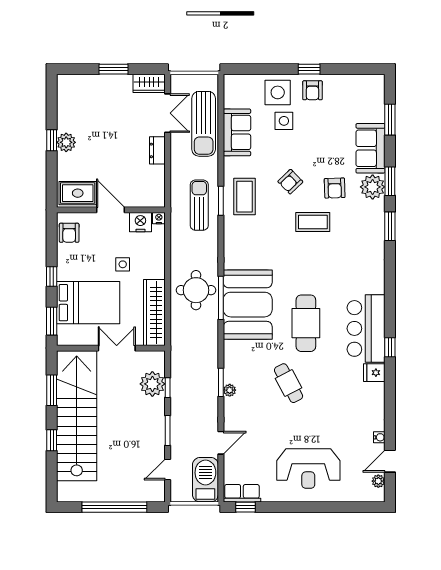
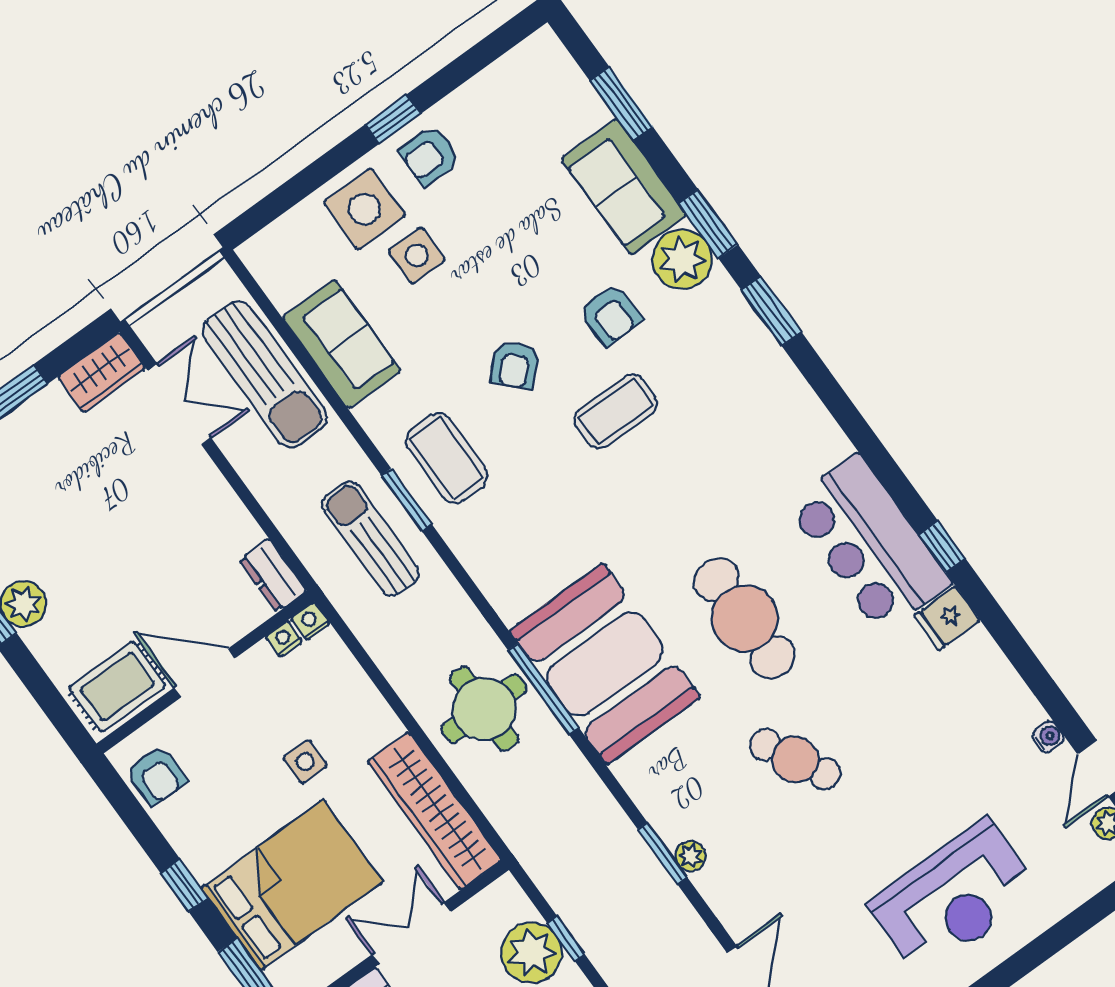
armchair: (312, 90) -> (429, 156), turned 90
dresser: (157, 150) -> (273, 575), moved
nightstand: (140, 222) -> (284, 639), width x0.53, depth x0.56

